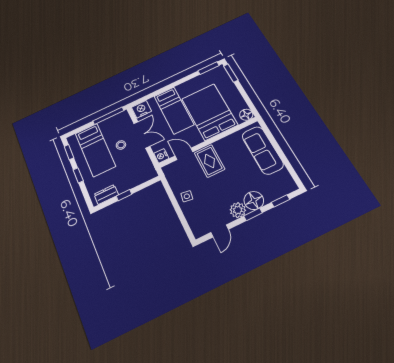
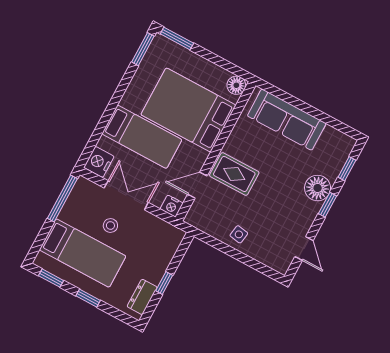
plant: (238, 210) -> (308, 211), removed

